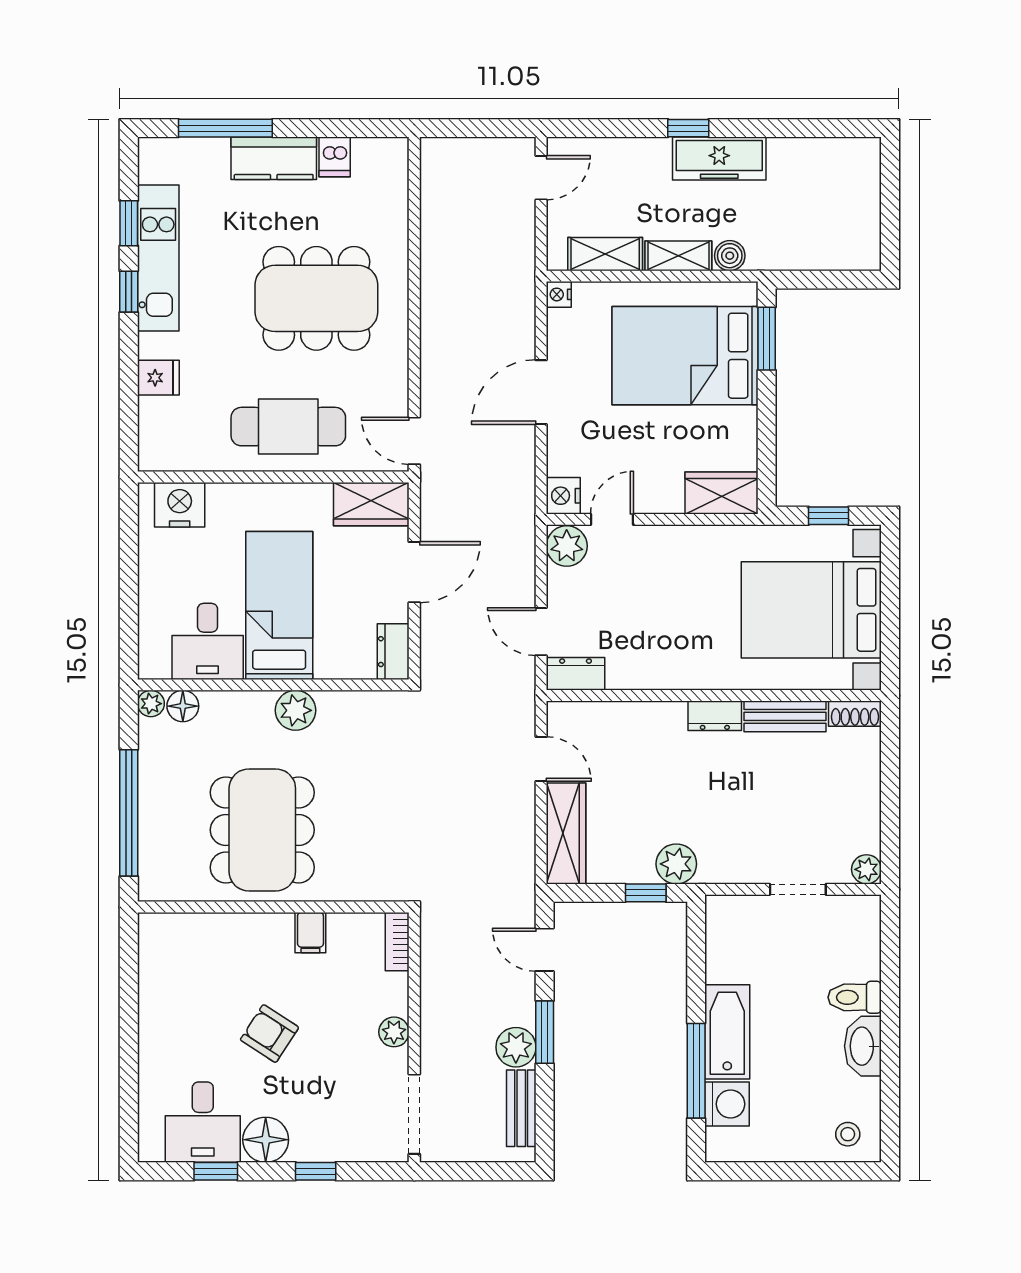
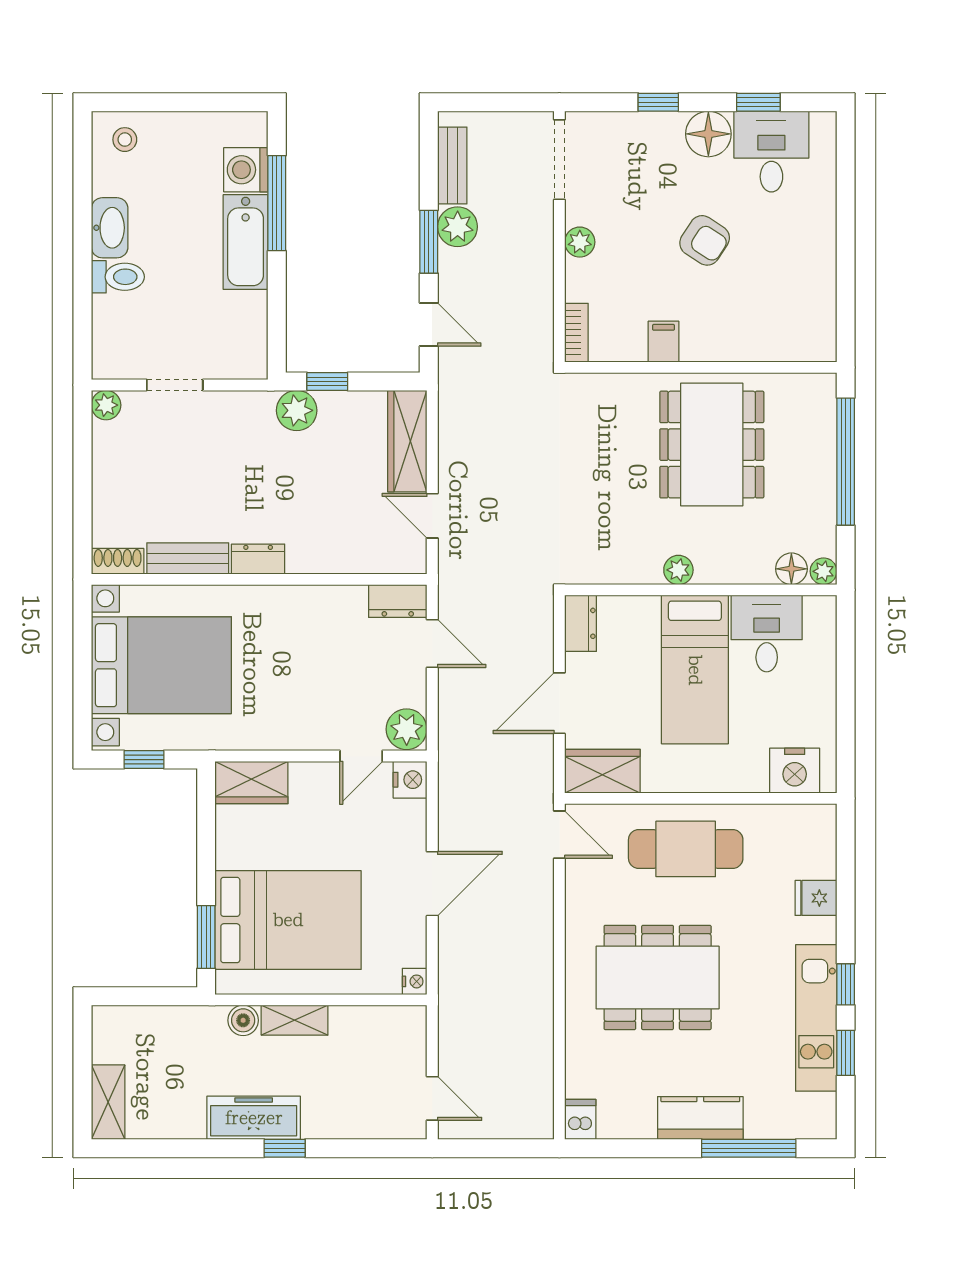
dishwasher: (335, 157) -> (580, 1119), moved
door: (541, 178) -> (432, 1098), swing flipped
shelving: (605, 254) -> (108, 1102), moved, turned 90
plant: (296, 710) -> (678, 570), width x0.73, depth x0.73

